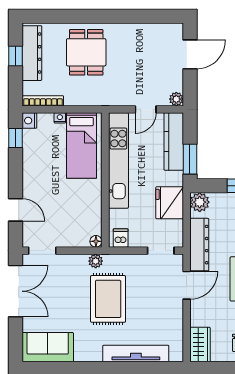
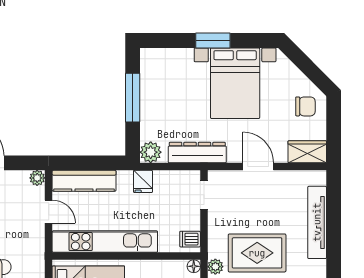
window: (190, 159) -> (103, 163), removed
fridge: (170, 203) -> (143, 181), width x0.53, depth x0.75
door: (187, 285) -> (258, 167), moved

